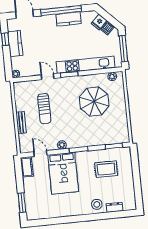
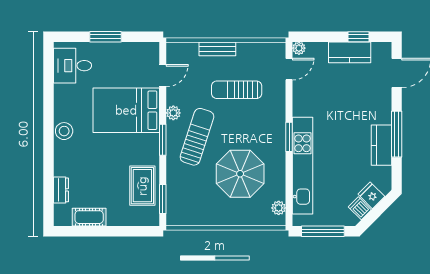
window: (61, 11) -> (397, 134), width x0.68
door: (48, 77) -> (289, 69), moved
sun lounger: (75, 129) -> (197, 137), added
cot: (27, 167) -> (89, 217), moved
rug: (106, 169) -> (142, 186), moved
window: (22, 203) -> (106, 37), moved
stool: (97, 204) -> (64, 131), moved
desk: (40, 208) -> (72, 66), added

